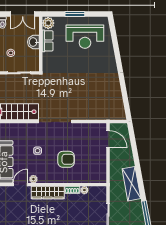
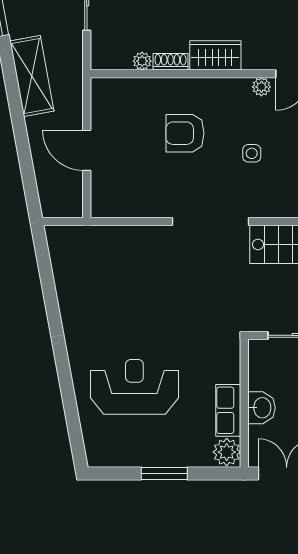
reception desk: (85, 37) -> (134, 387), moved
door: (108, 139) -> (87, 150), moved
wardrobe: (48, 193) -> (215, 55), width x0.67

